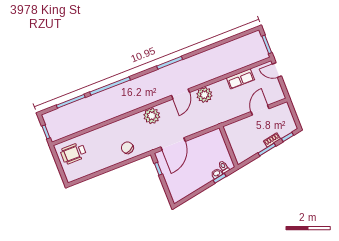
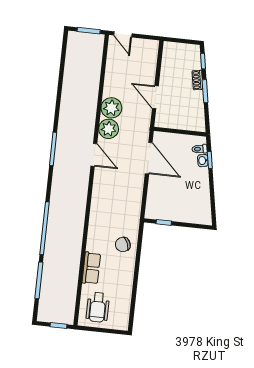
door: (277, 70) -> (123, 34), hinge flipped
row of seats: (240, 79) -> (91, 268), moved
door: (260, 110) -> (155, 97), moved
plant: (152, 116) -> (111, 108), moved
door: (173, 144) -> (149, 158), moved

